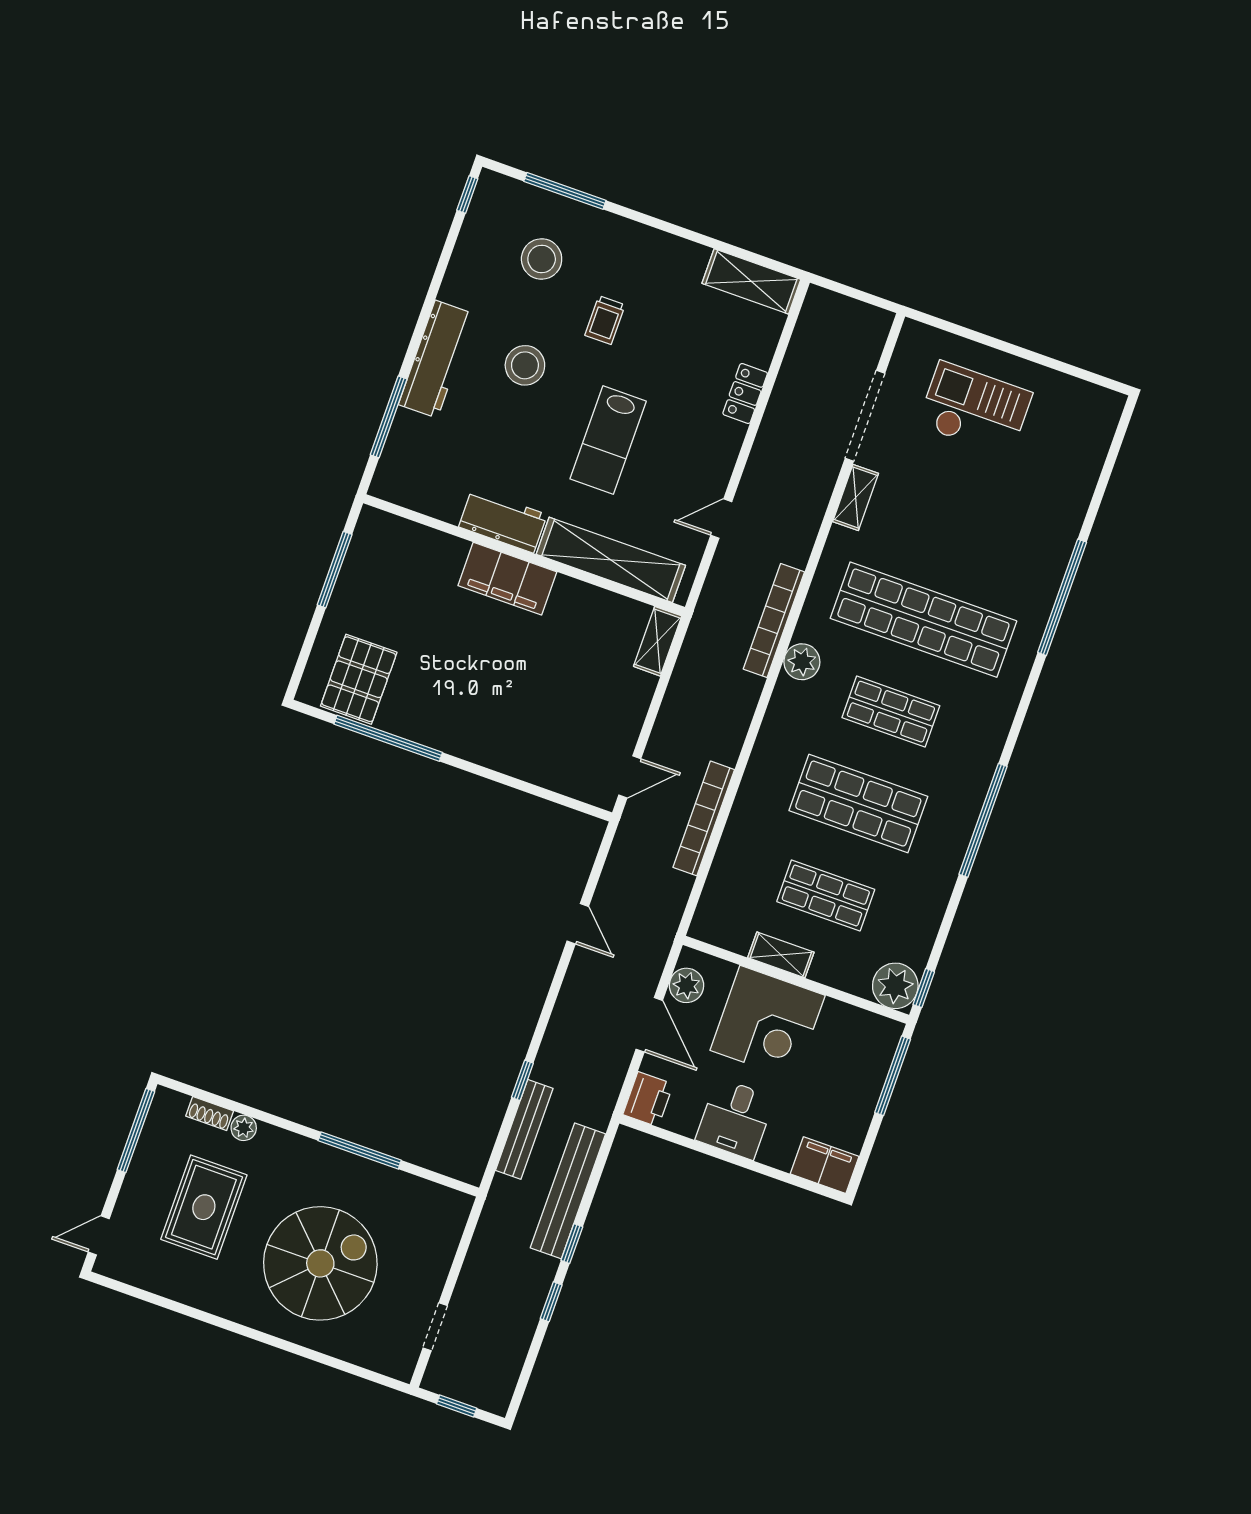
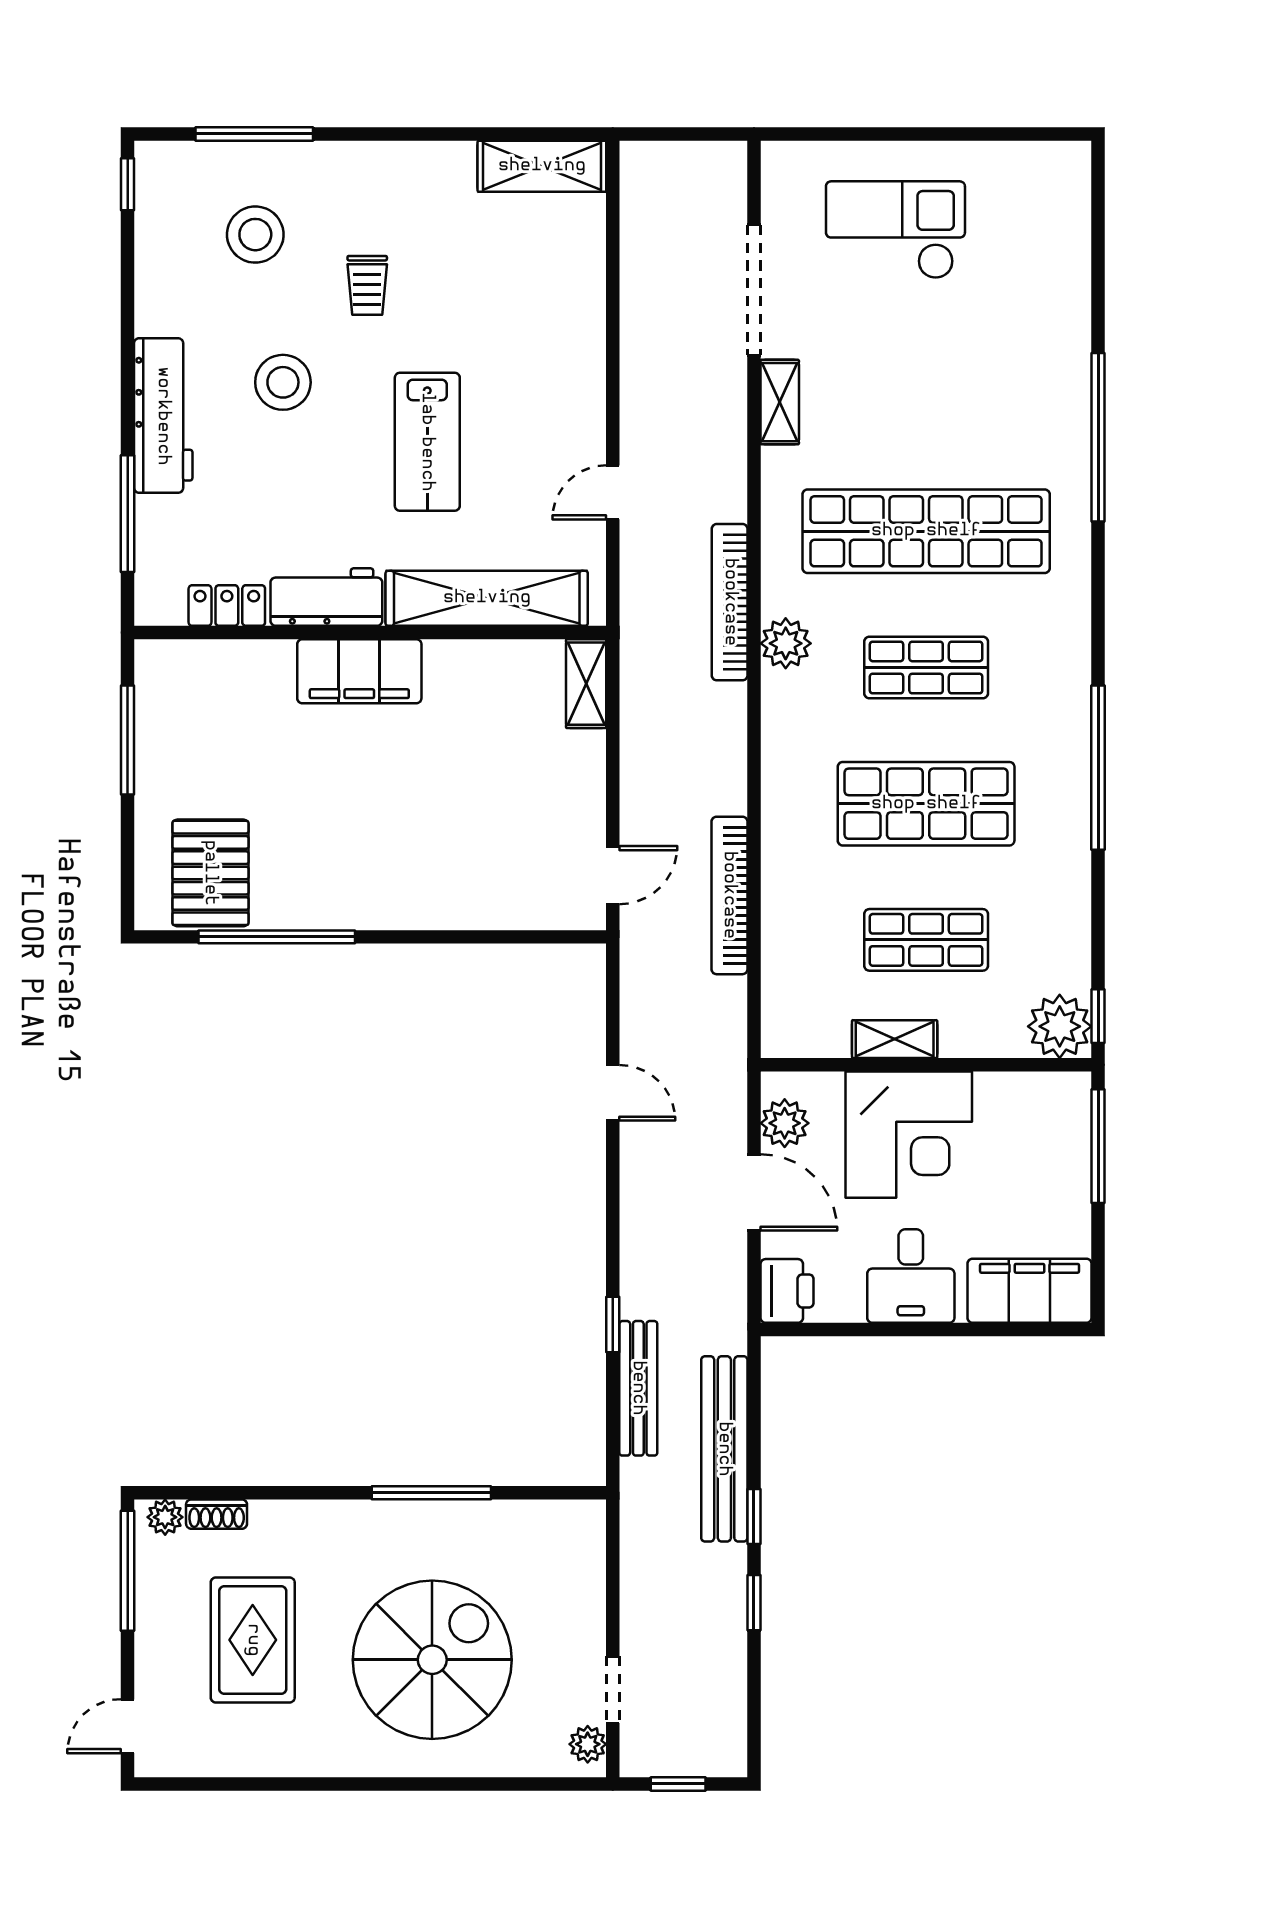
locker: (745, 393) -> (227, 606), moved, turned 90
plant: (244, 1128) -> (165, 1517), moved
filing cabinet: (825, 1165) -> (1030, 1291), width x1.50, depth x1.17
plant: (405, 1358) -> (588, 1744), added

